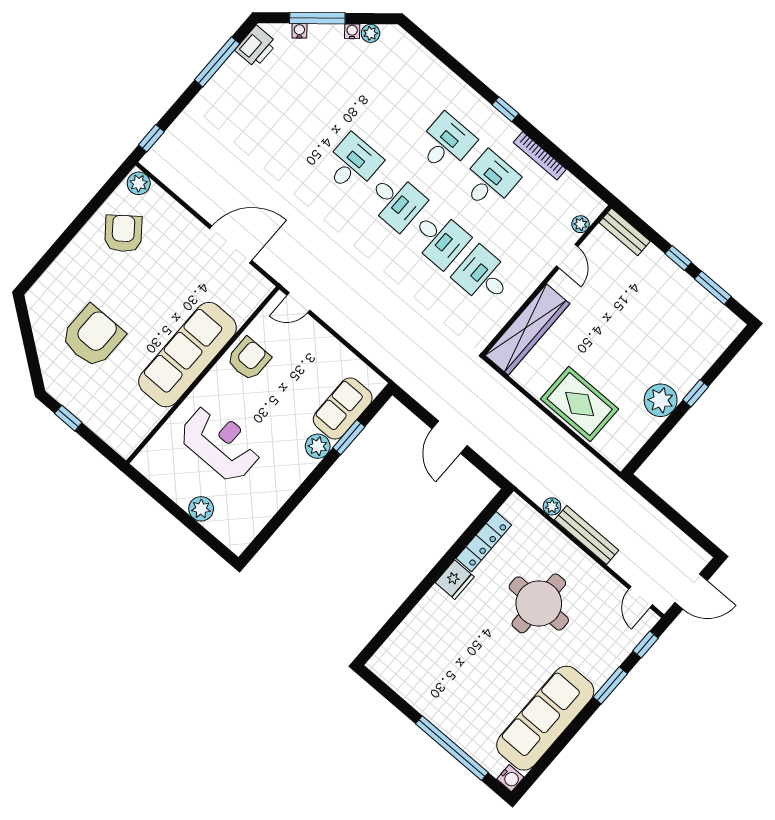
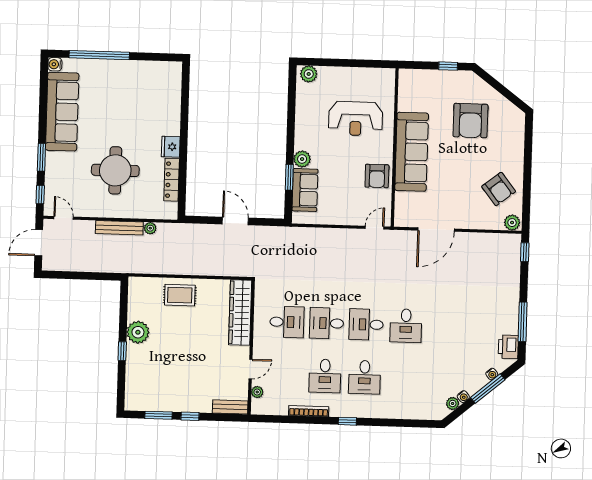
door: (567, 256) -> (250, 369), swing flipped
rug: (580, 404) -> (180, 295), width x0.73, depth x0.70
plant: (201, 509) -> (309, 74), moved

